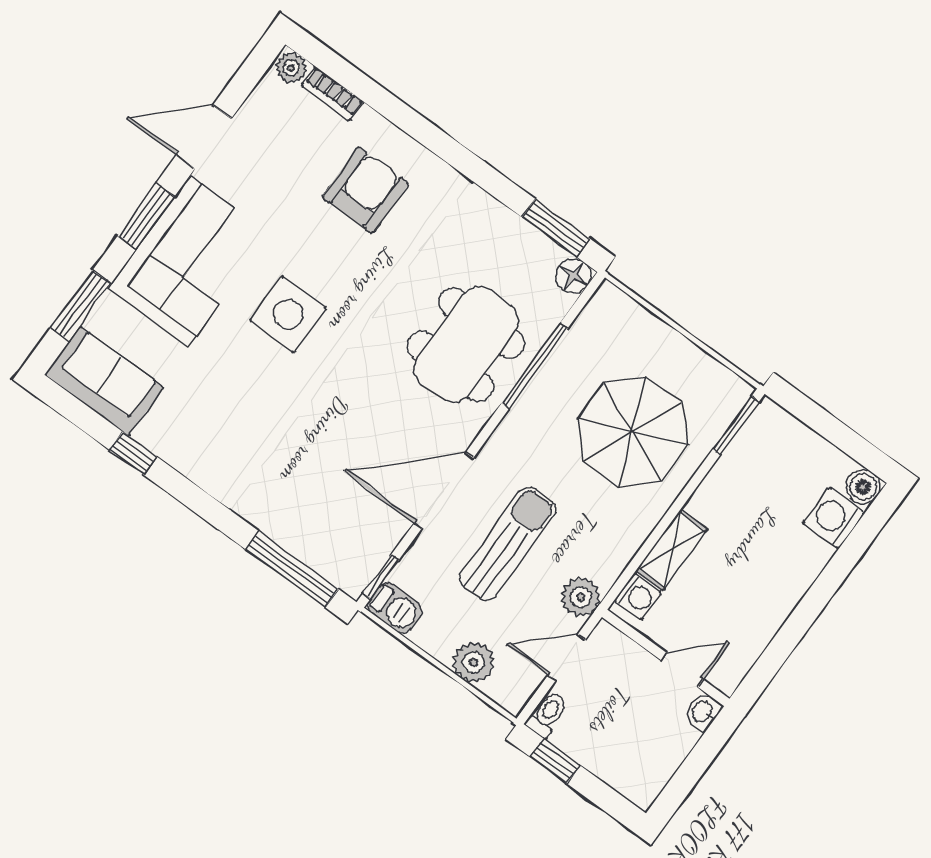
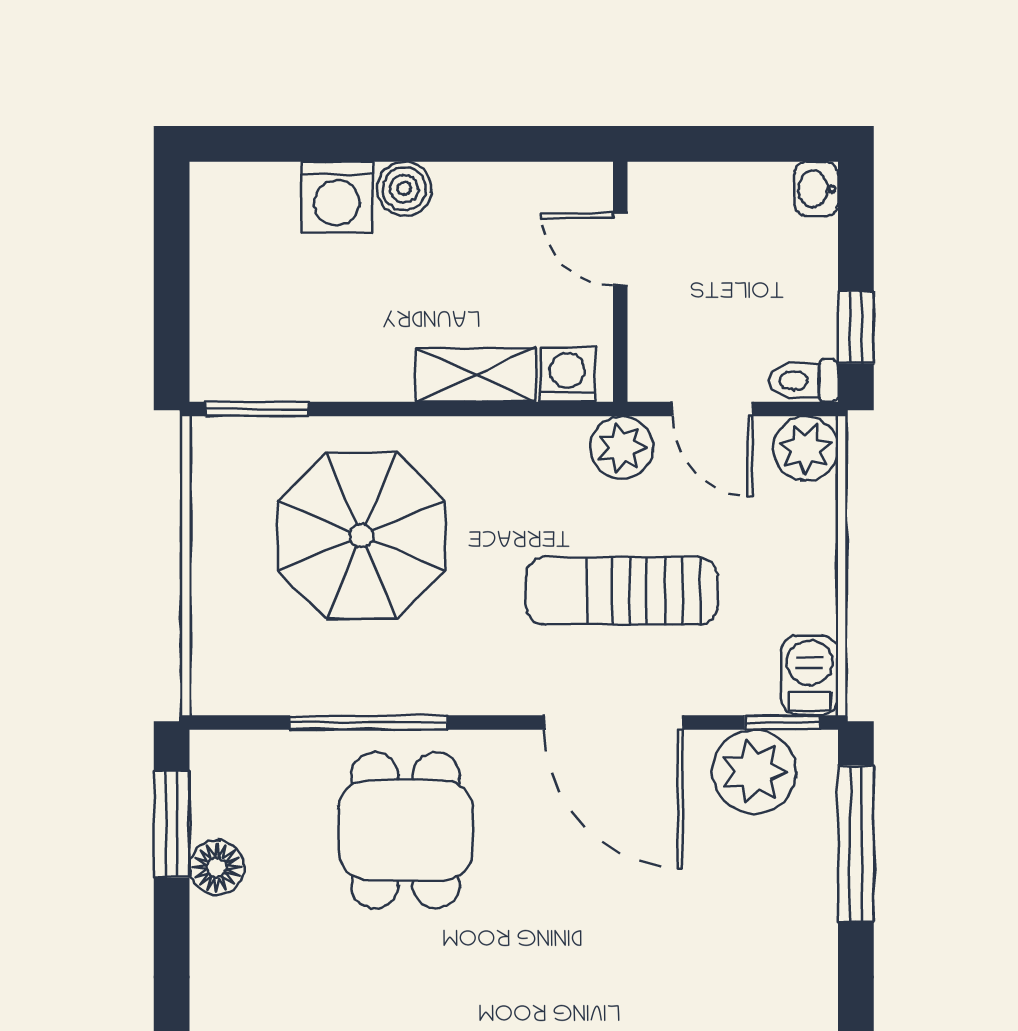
floor lamp: (573, 276) -> (217, 868), moved
dining table: (466, 345) -> (405, 830), width x0.73
boiler: (863, 487) -> (404, 189), moved
washing machine: (834, 518) -> (337, 197), moved
plant: (366, 544) -> (754, 772), added
plant: (474, 662) -> (805, 449), moved
washbasin: (703, 712) -> (816, 189), moved, turned 90

